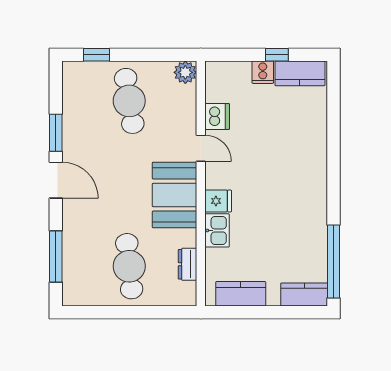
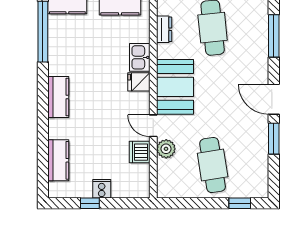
plant: (185, 72) -> (166, 149), moved
kitchen counter: (300, 73) -> (58, 160), moved, turned 90
kitchen counter: (315, 183) -> (58, 97), added

